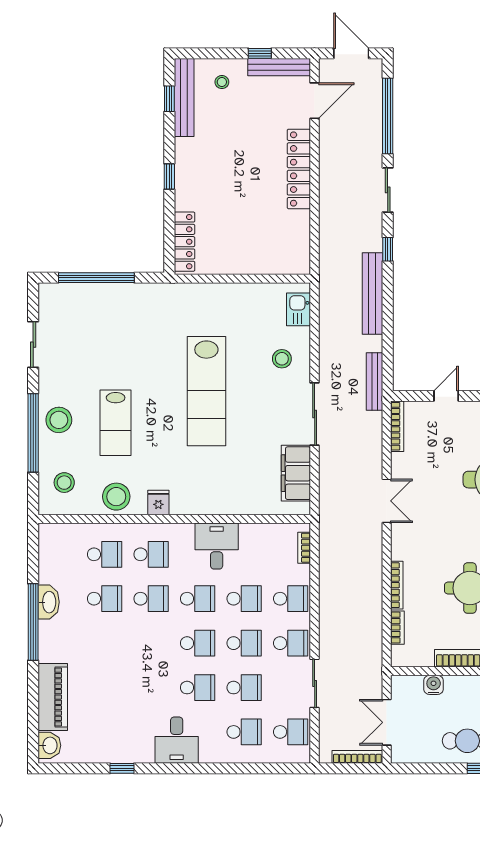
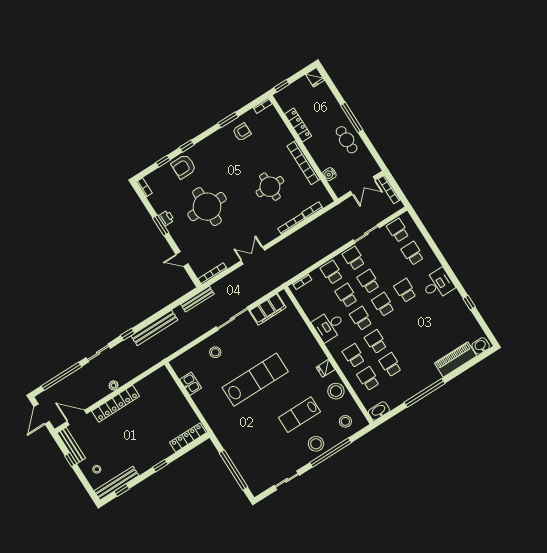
plant: (327, 183) -> (114, 385), added
kitchen sink: (299, 309) -> (190, 384), moved, turned -90
lab bench: (116, 423) -> (299, 415), turned 180
washbasin: (49, 602) -> (379, 411), moved
school desk: (244, 688) -> (390, 267), removed

